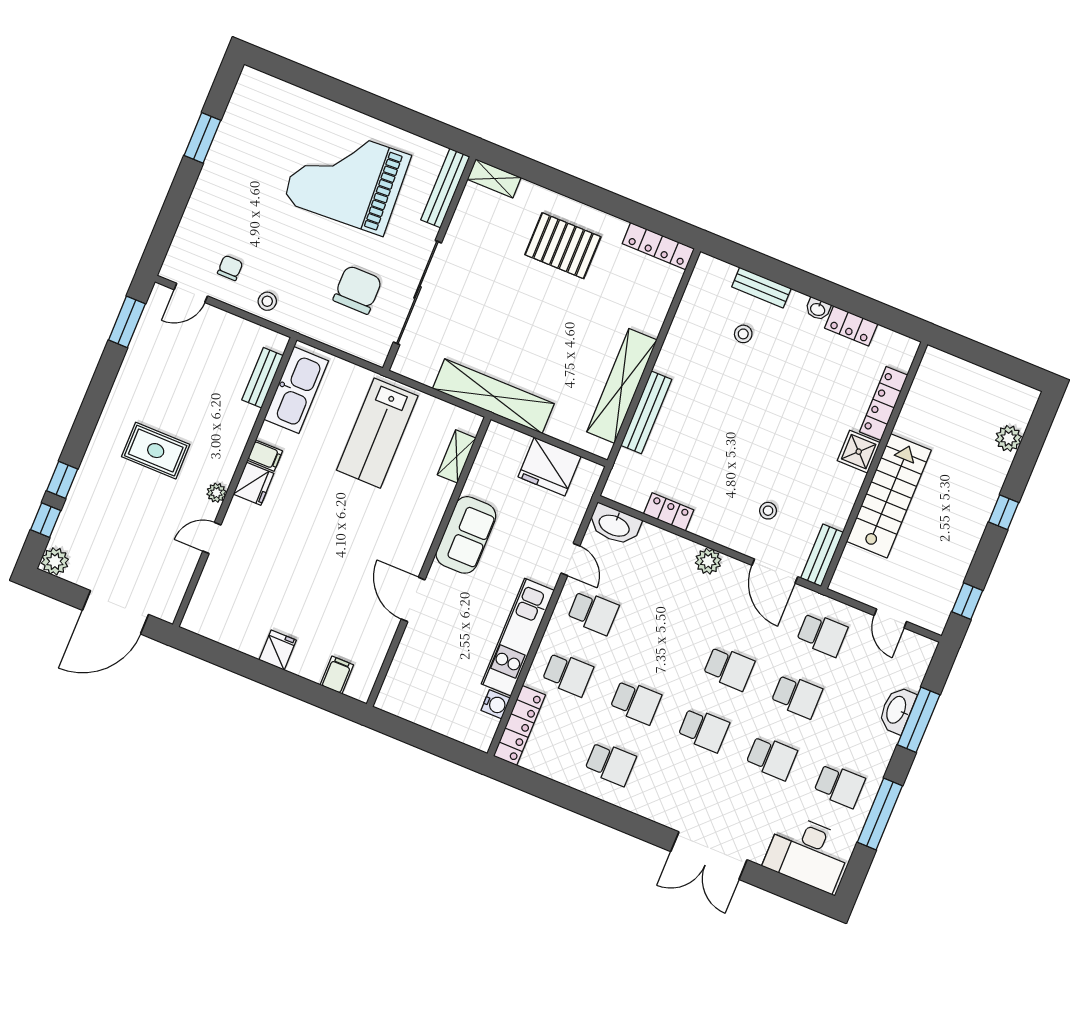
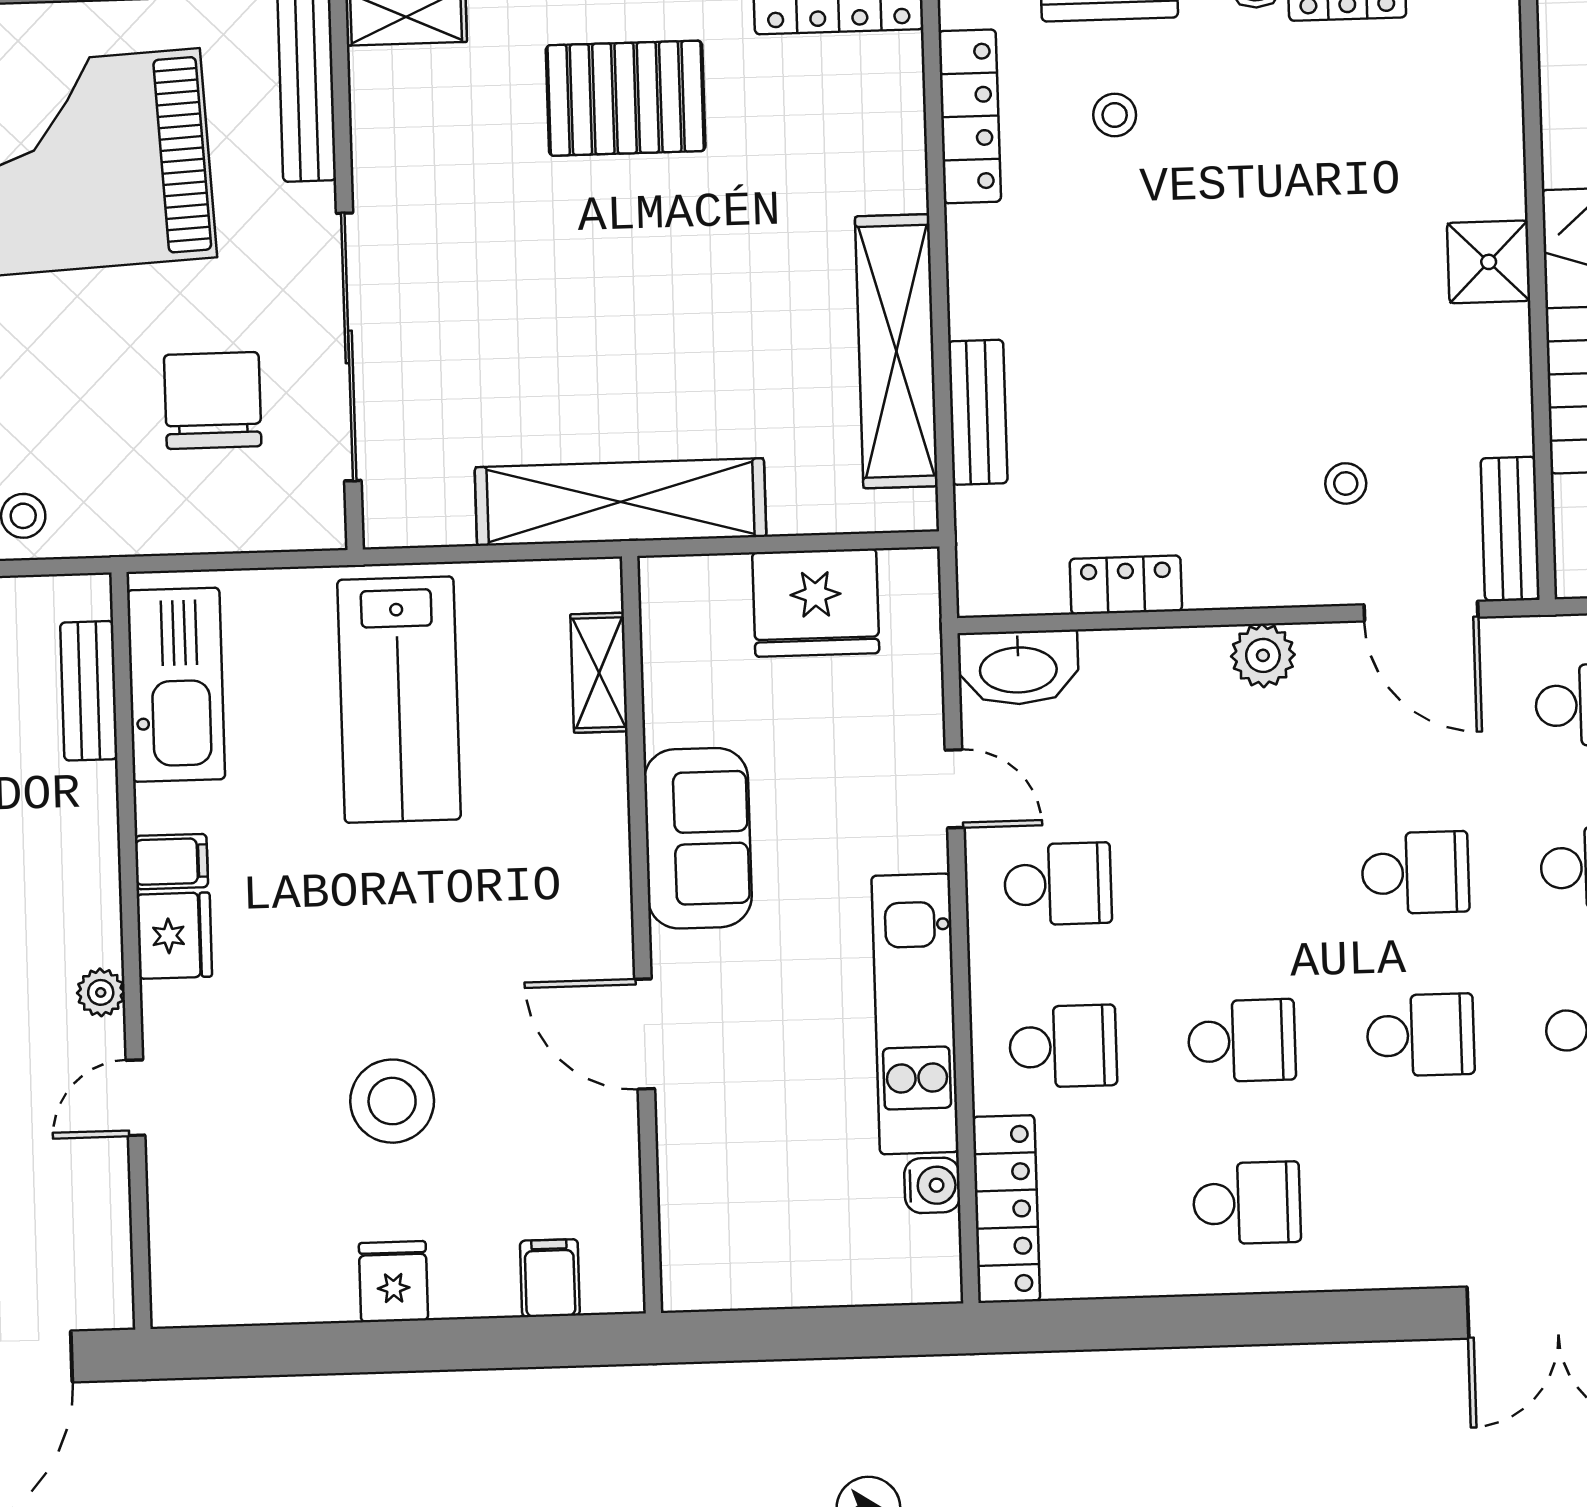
locker: (884, 403) -> (970, 116), moved, turned 180
bench: (646, 412) -> (978, 412), width x0.73
stool: (307, 582) -> (392, 1101), added

